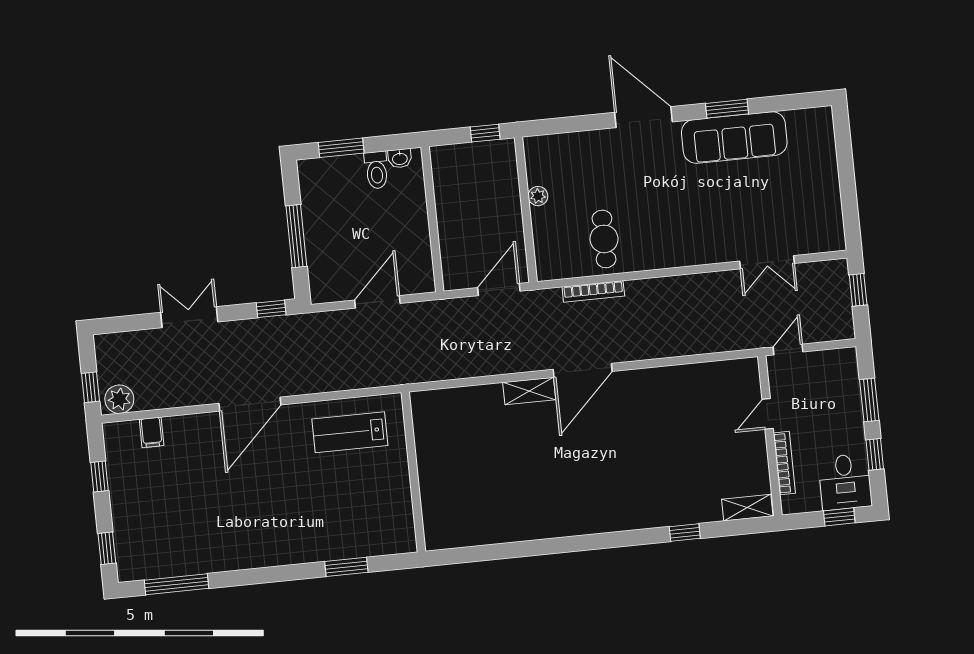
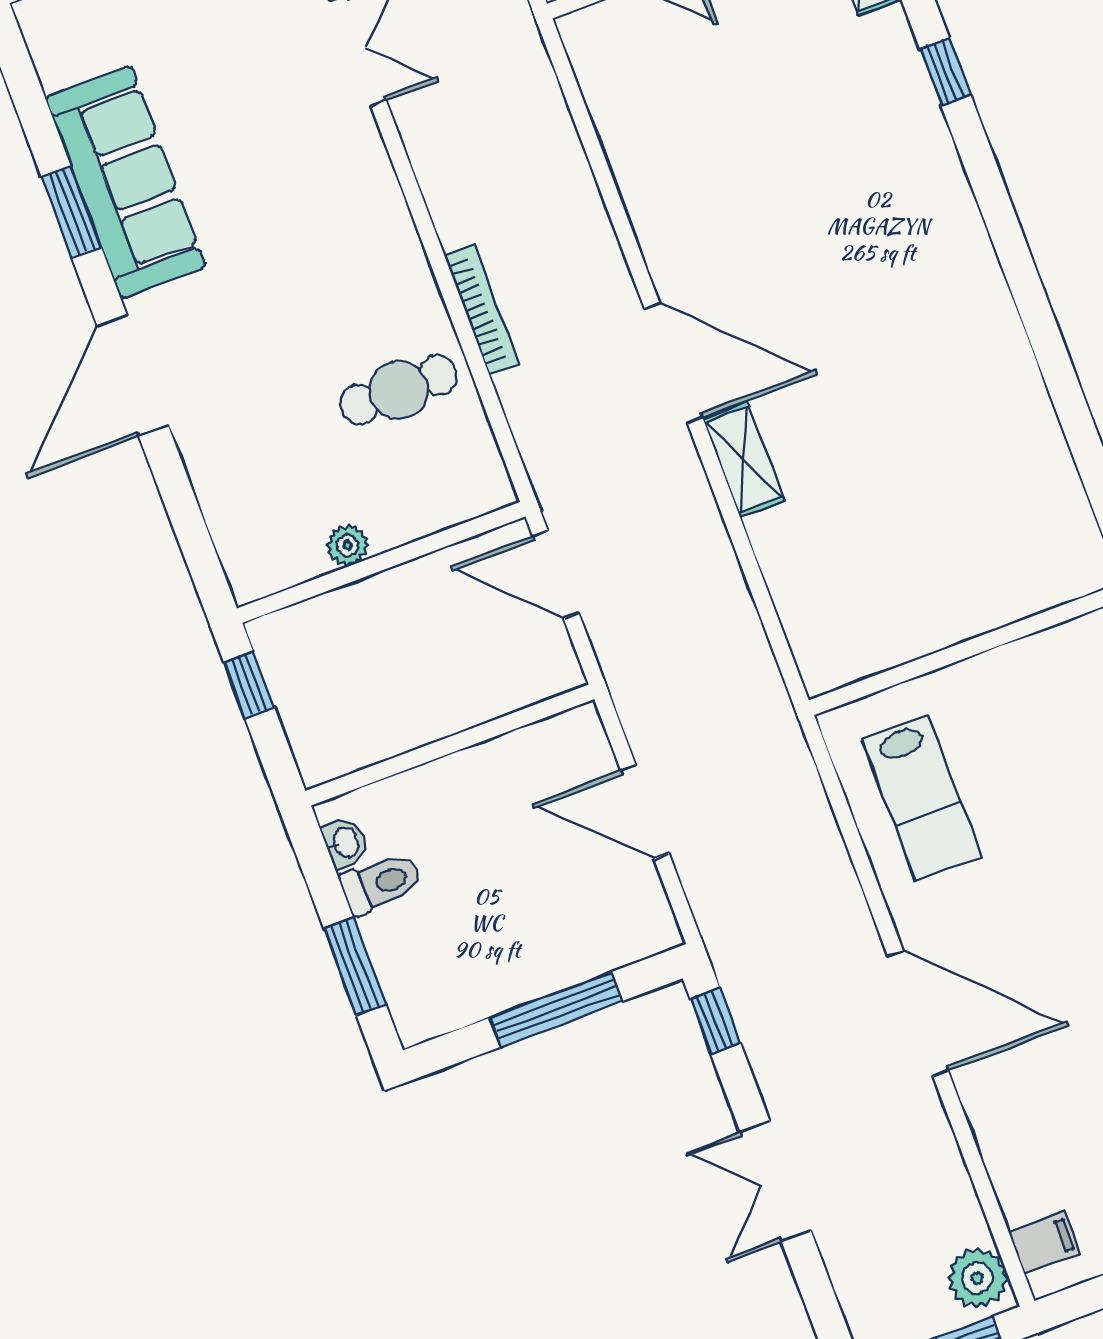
bookcase: (593, 291) -> (482, 310), moved
filing cabinet: (152, 432) -> (1044, 1243), moved

